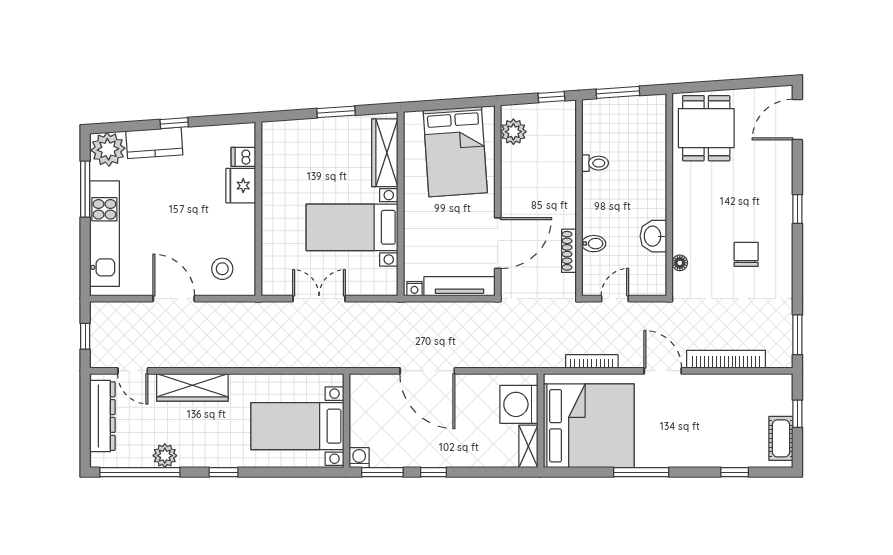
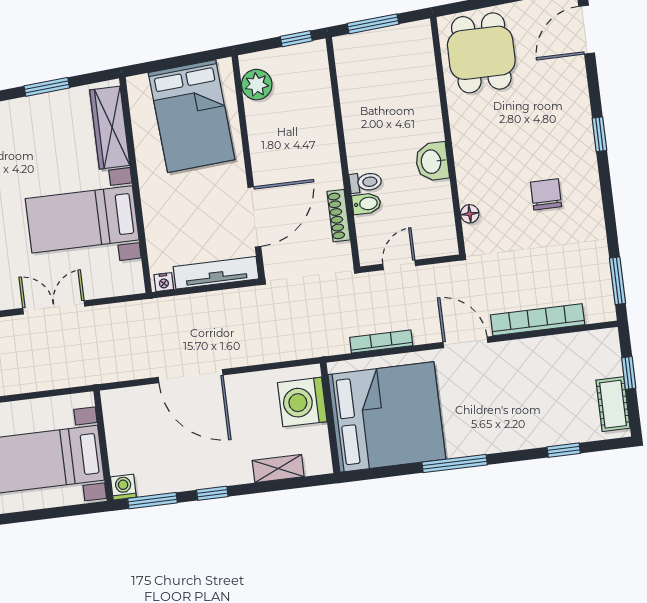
toilet: (595, 163) -> (365, 182), moved
washbasin: (653, 236) -> (432, 162), moved
shelving: (528, 446) -> (278, 469), moved, turned 90

